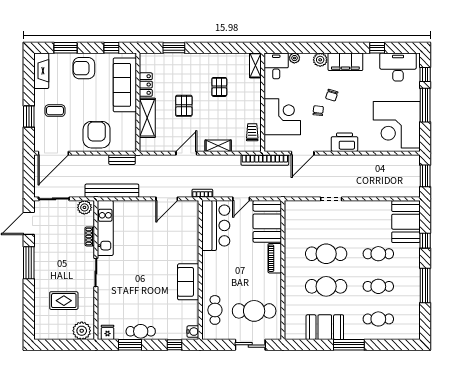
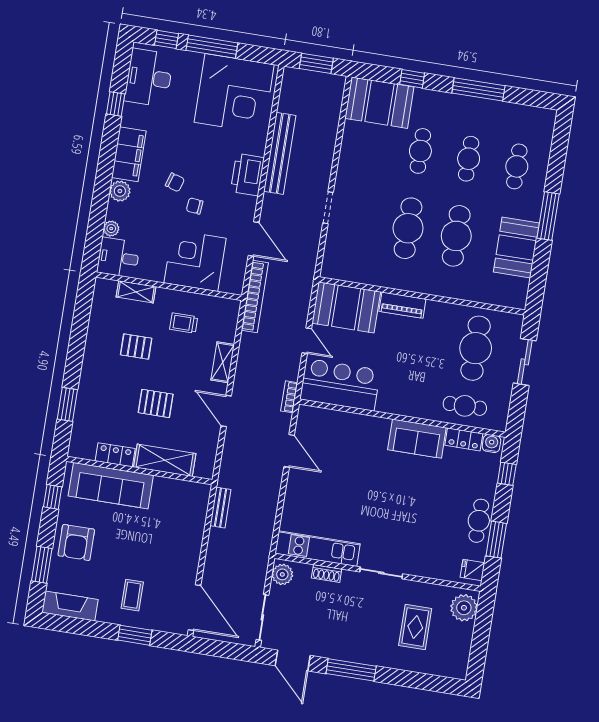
shelving: (255, 65) -> (136, 292), moved
trolley: (252, 132) -> (184, 323), moved
armchair: (97, 135) -> (178, 539), removed
bench: (112, 191) -> (280, 153), moved
locker: (193, 313) -> (464, 439), added

